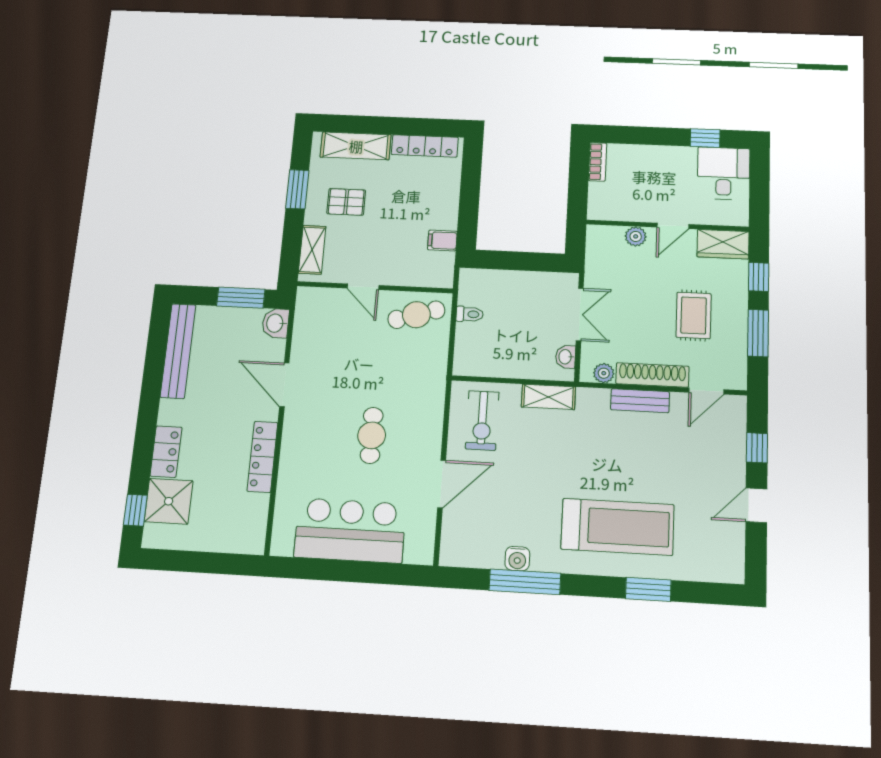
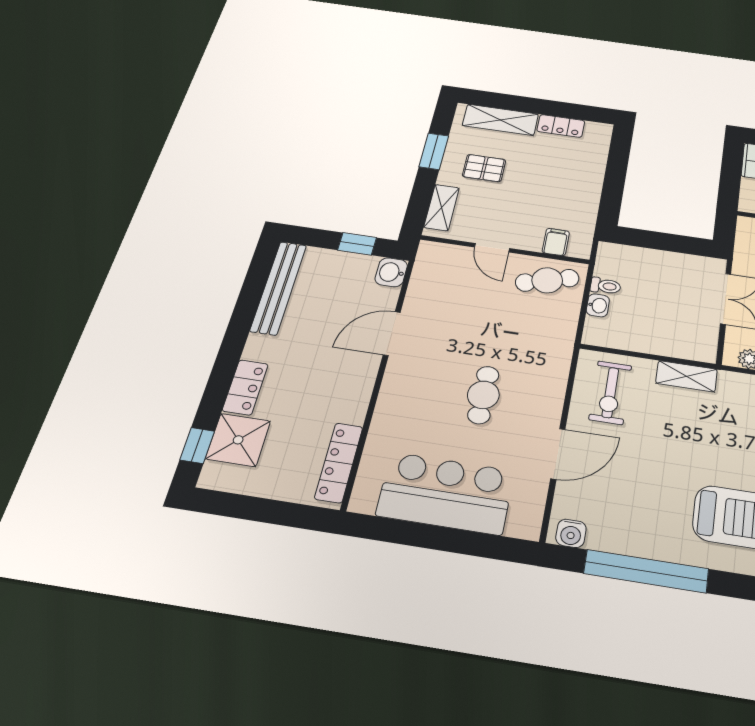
locker: (425, 146) -> (561, 126), width x0.66
filing cabinet: (442, 240) -> (556, 242), moved, turned 90
window: (241, 298) -> (357, 244), width x0.67
washbasin: (566, 357) -> (598, 305), moved, turned 180
door: (284, 385) -> (392, 333), hinge flipped
locker: (262, 457) -> (339, 462), moved
water cooler: (517, 559) -> (571, 533), moved
window: (525, 582) -> (646, 571), width x1.46

